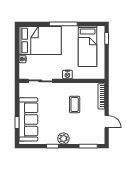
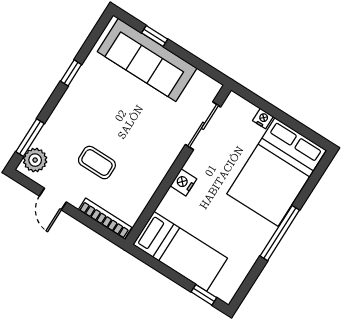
bed: (88, 46) -> (180, 251), moved, turned 180
coffee table: (75, 104) -> (97, 163), moved
door: (107, 122) -> (53, 199), hinge flipped
plant: (63, 139) -> (35, 160), moved

